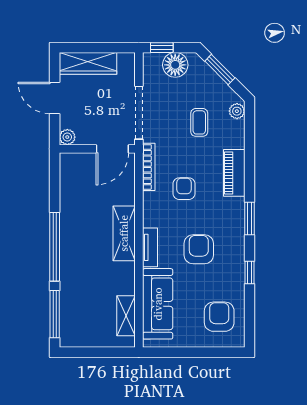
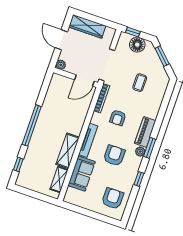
plant: (237, 111) -> (140, 152), moved
piano: (234, 173) -> (145, 132), moved
armchair: (184, 189) -> (118, 118), turned 180
shelving: (124, 233) -> (68, 151), moved
tv unit: (150, 247) -> (88, 140), width x1.41
sofa: (158, 304) -> (82, 173), width x0.73
window: (55, 314) -> (18, 164), width x0.46

